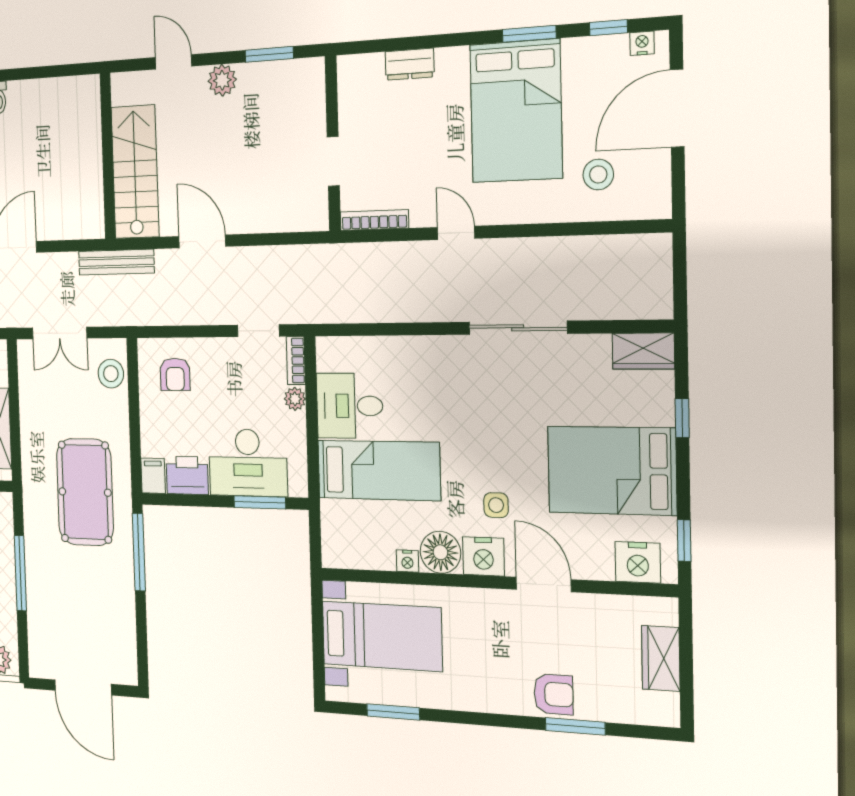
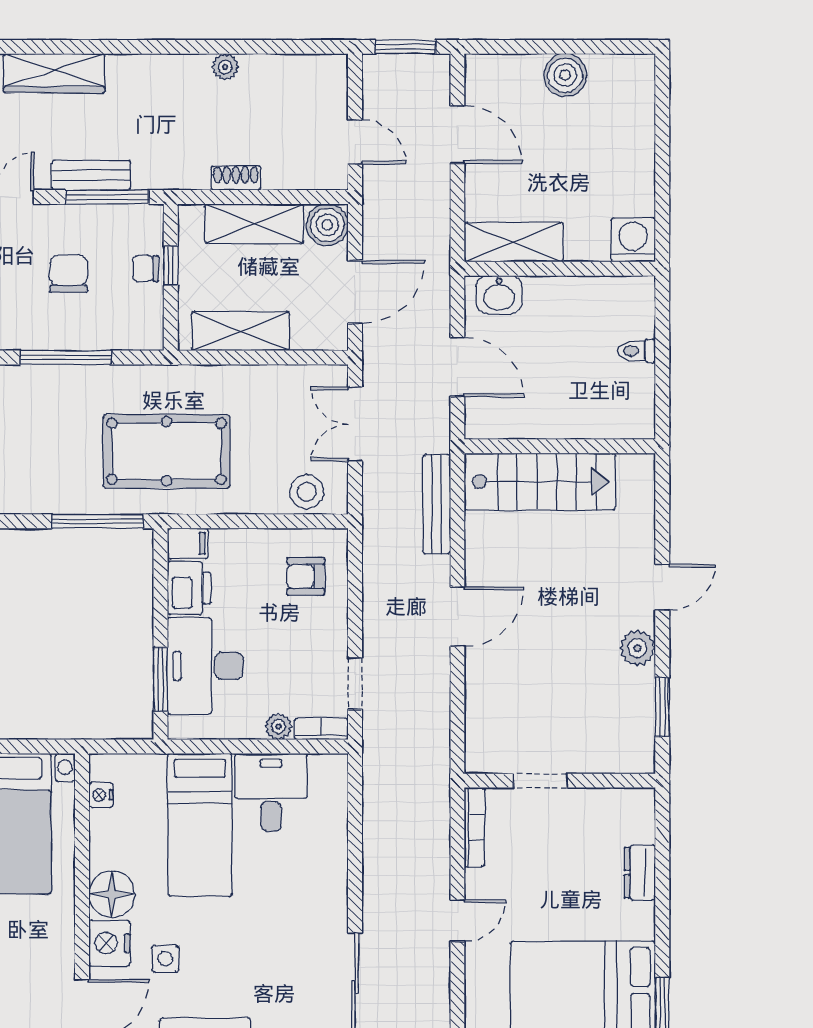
wall: (108, 156) -> (560, 446), moved
stairs: (135, 172) -> (540, 482), moved
nightstand: (407, 561) -> (101, 795), moved

